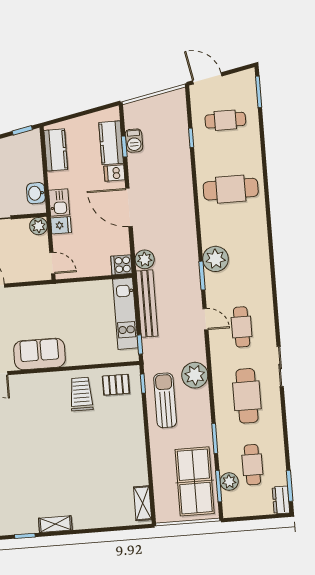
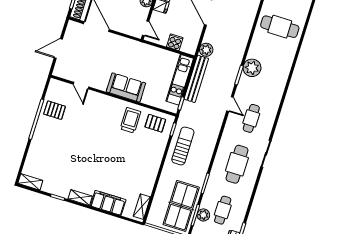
cooker: (121, 265) -> (175, 42), moved, turned 90
sofa: (40, 354) -> (126, 87), moved
plant: (195, 375) -> (209, 137), removed
filing cabinet: (95, 516) -> (108, 203), added

